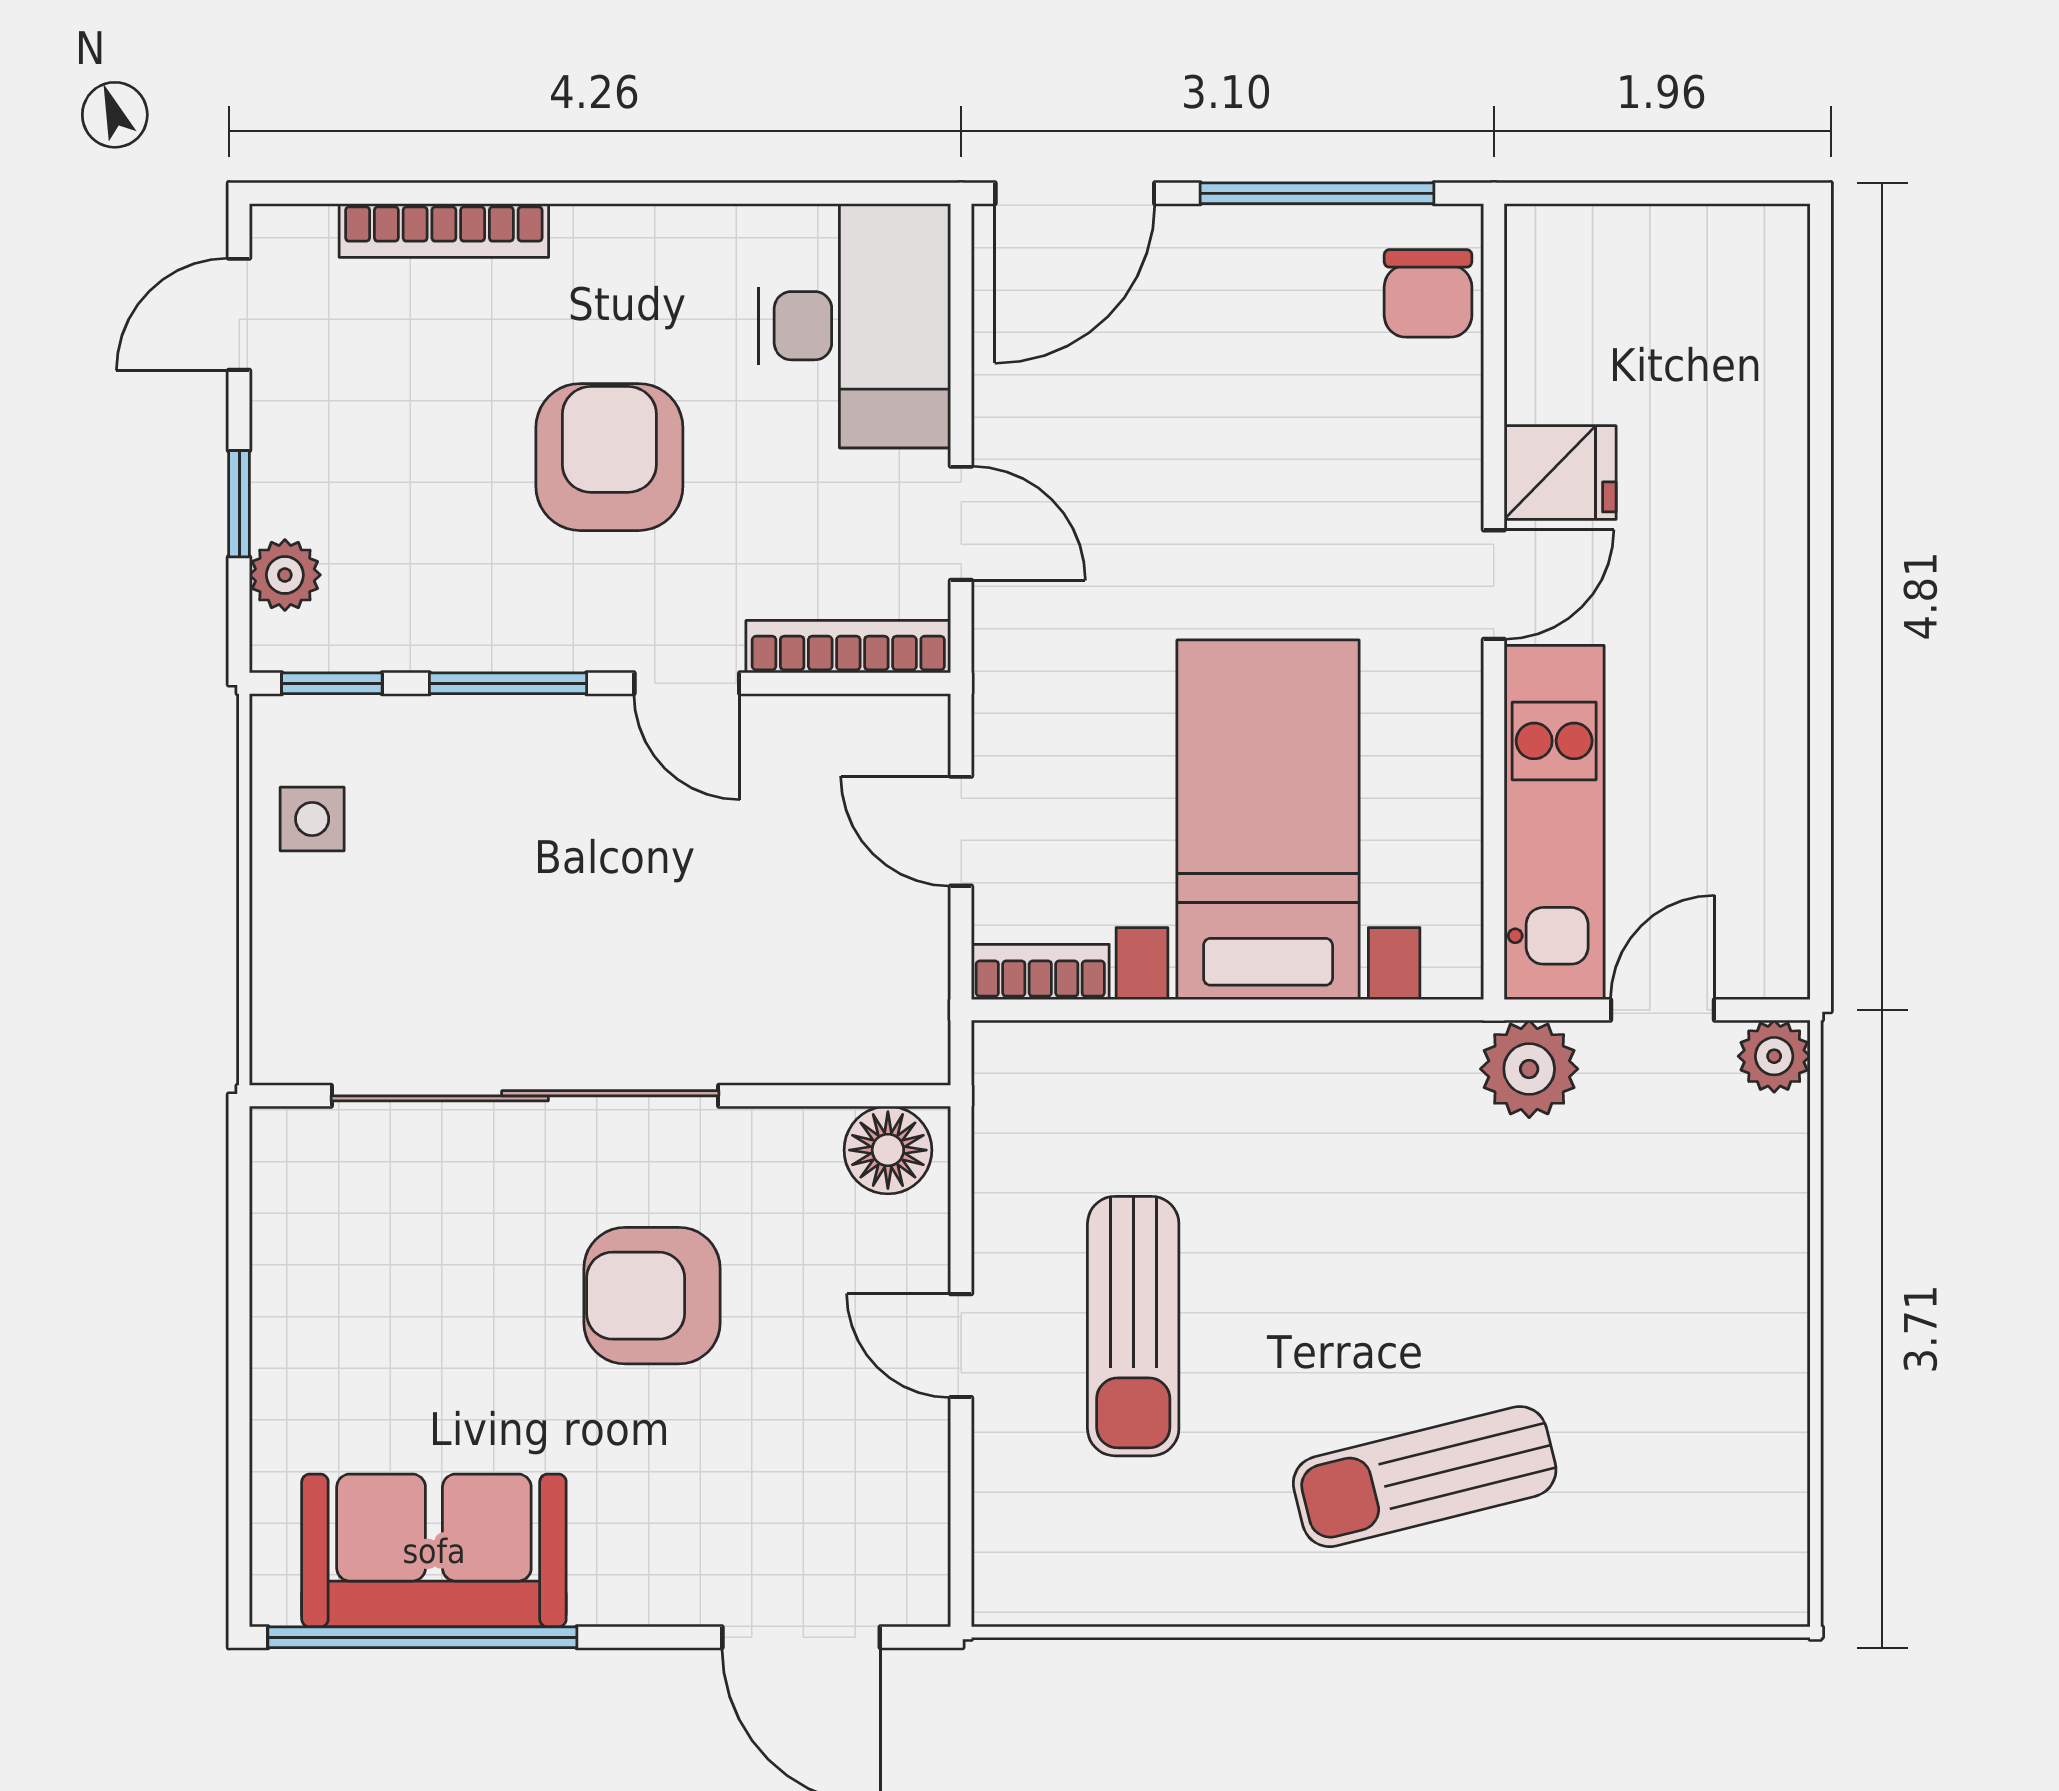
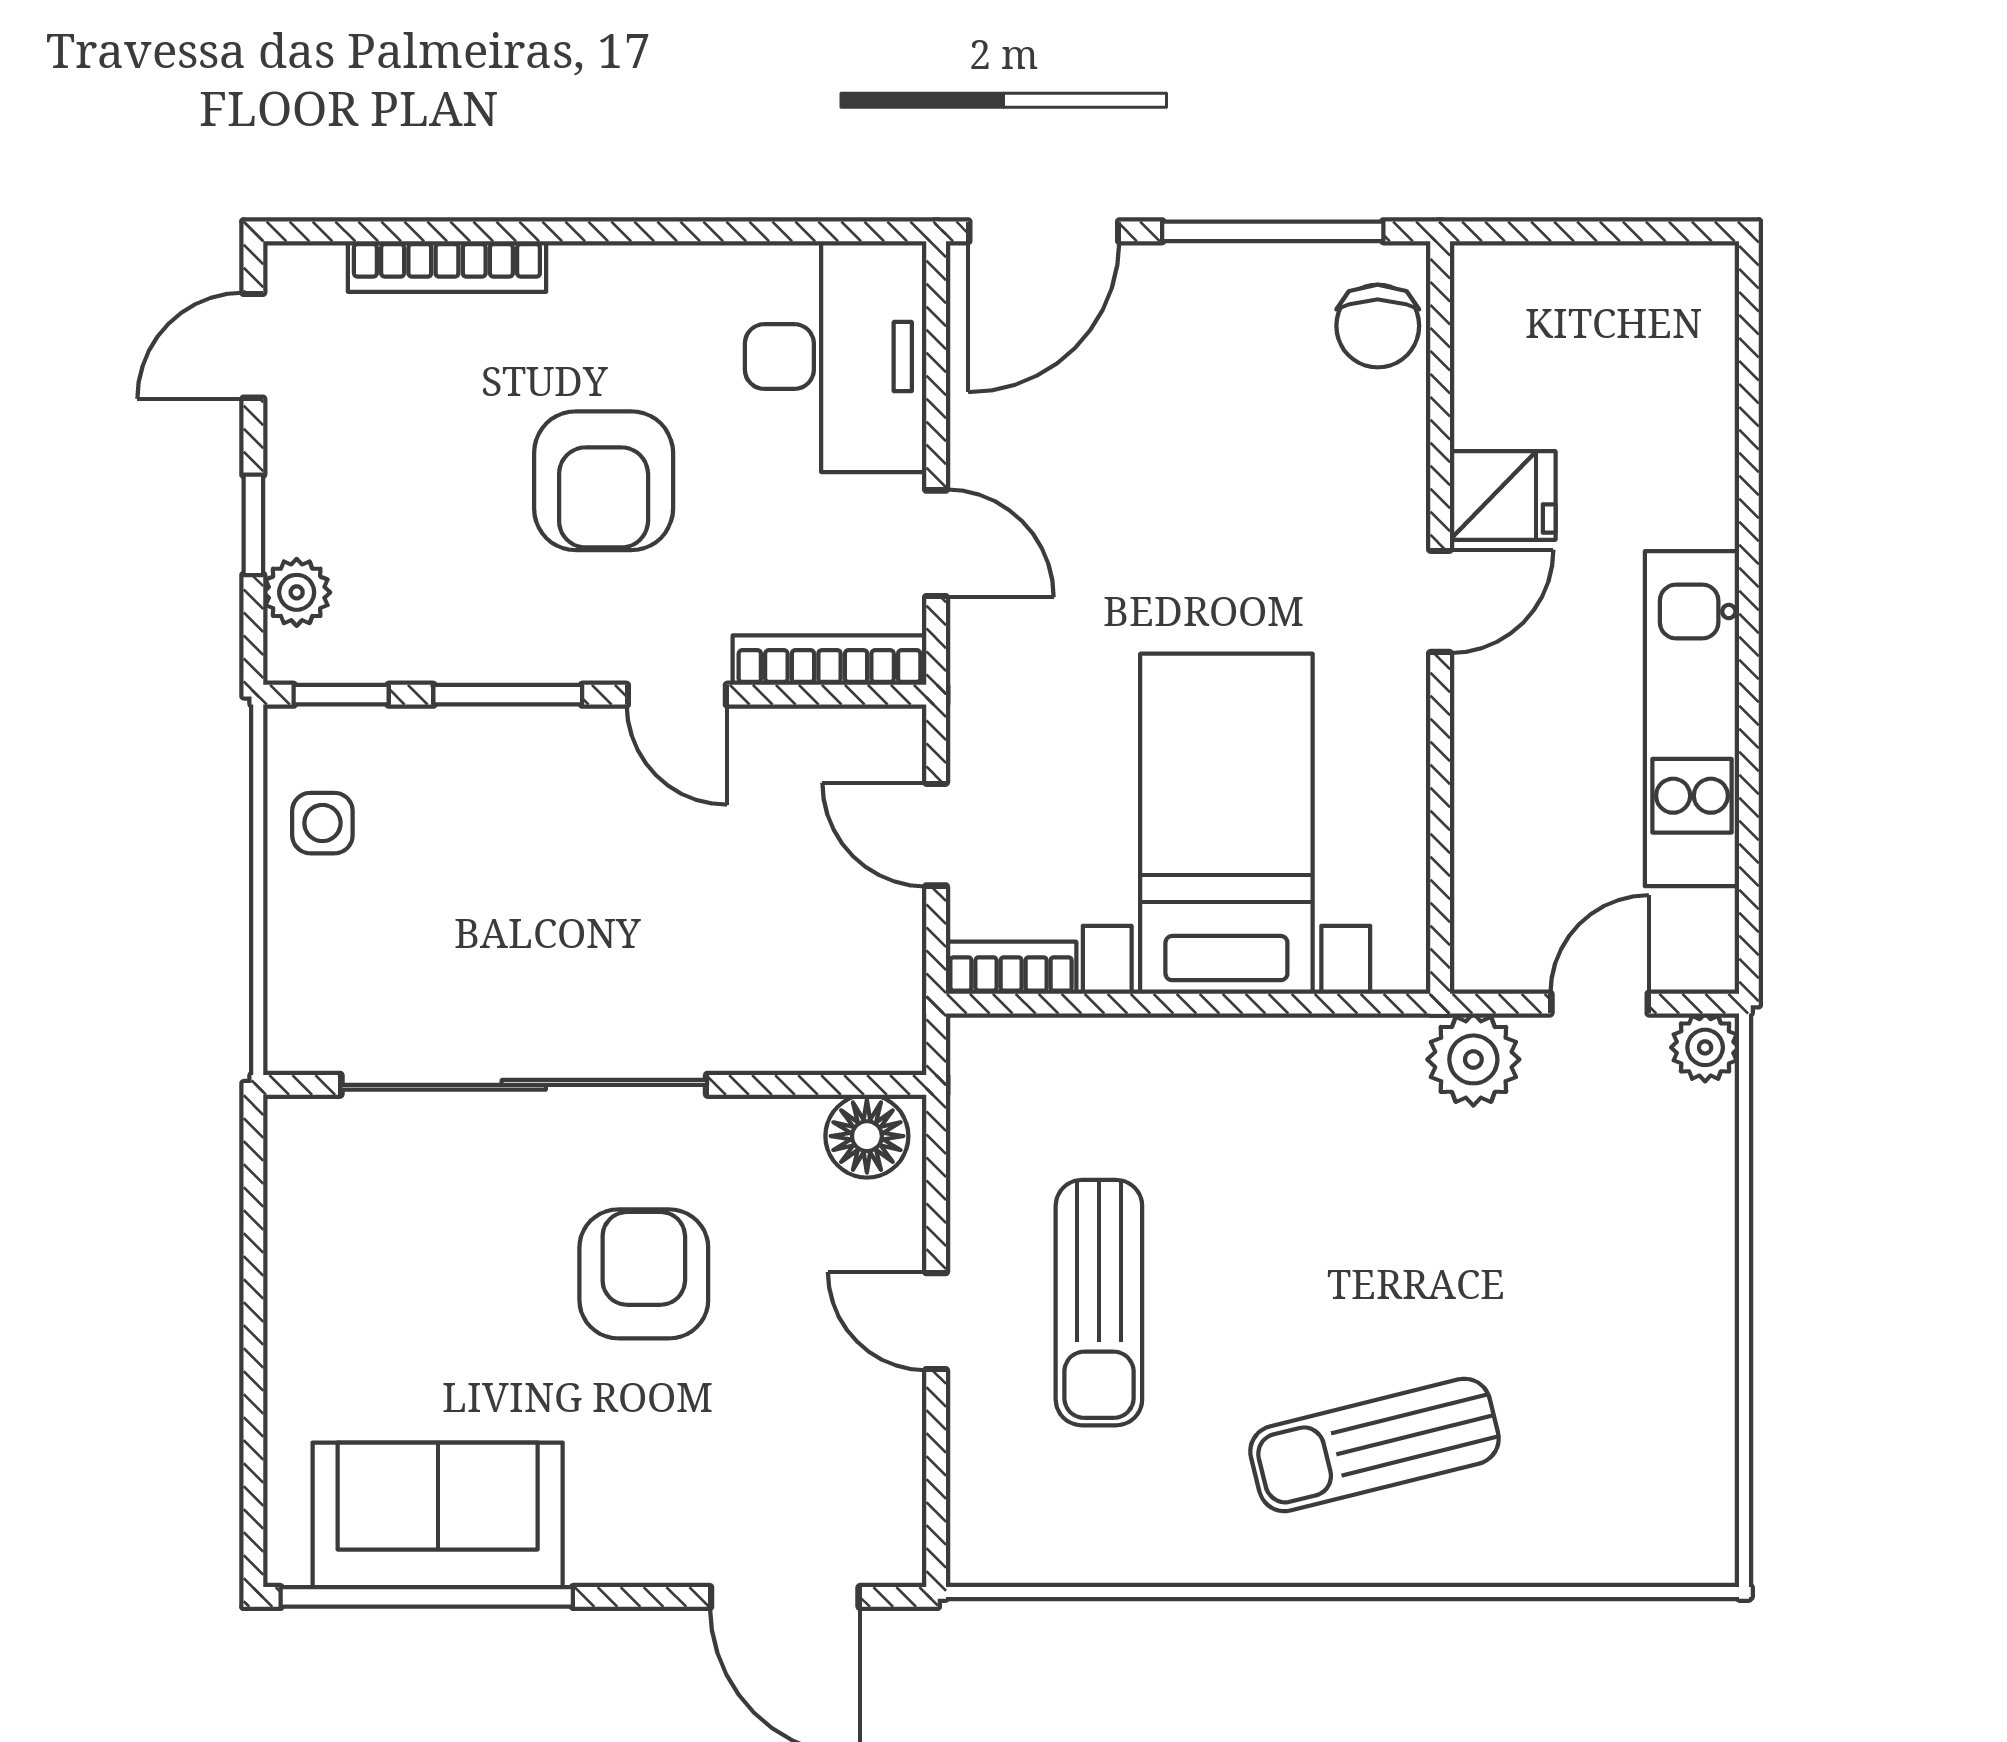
armchair: (609, 457) -> (604, 481), turned 180
kitchen unit: (1554, 822) -> (1692, 719), moved, turned 180
armchair: (652, 1296) -> (644, 1274), turned 90

